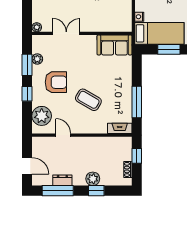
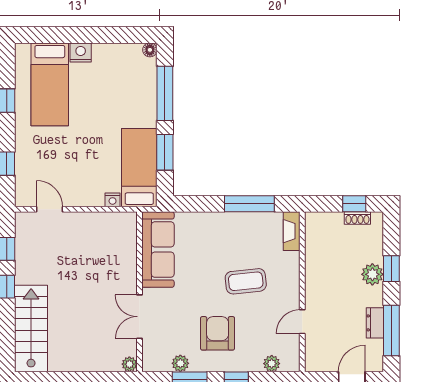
sofa: (114, 45) -> (158, 250), width x1.36
coffee table: (88, 100) -> (246, 281), turned 54
plant: (42, 116) -> (272, 364), width x0.53, depth x0.53
window: (137, 156) -> (354, 204), moved

